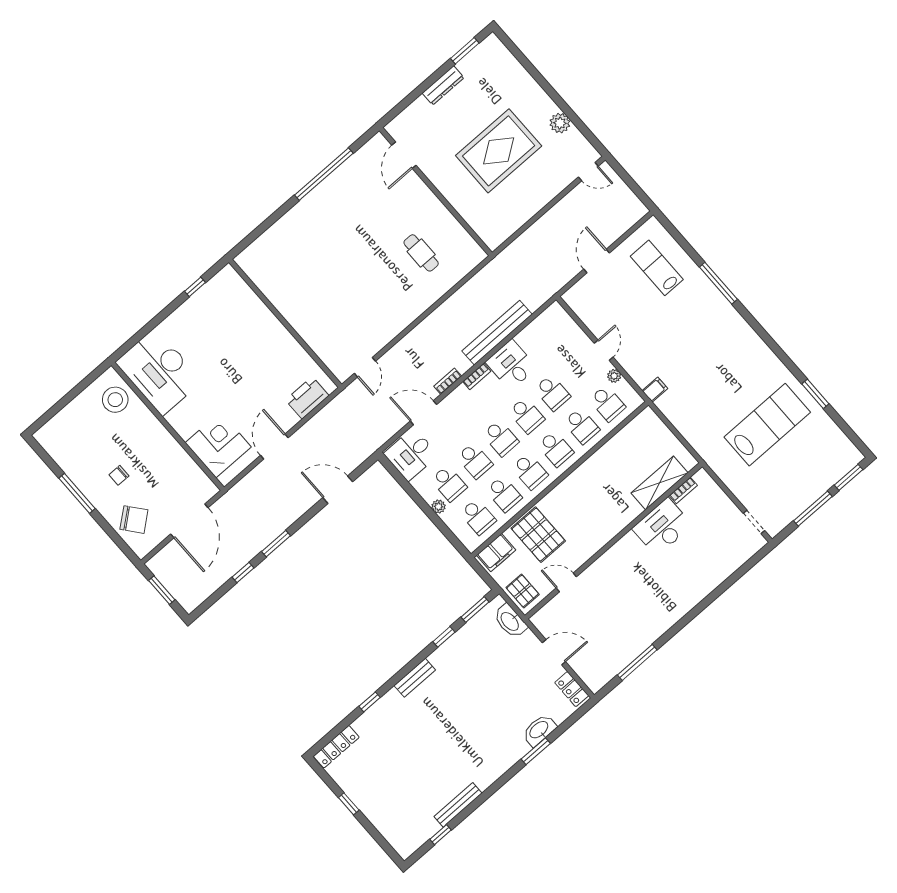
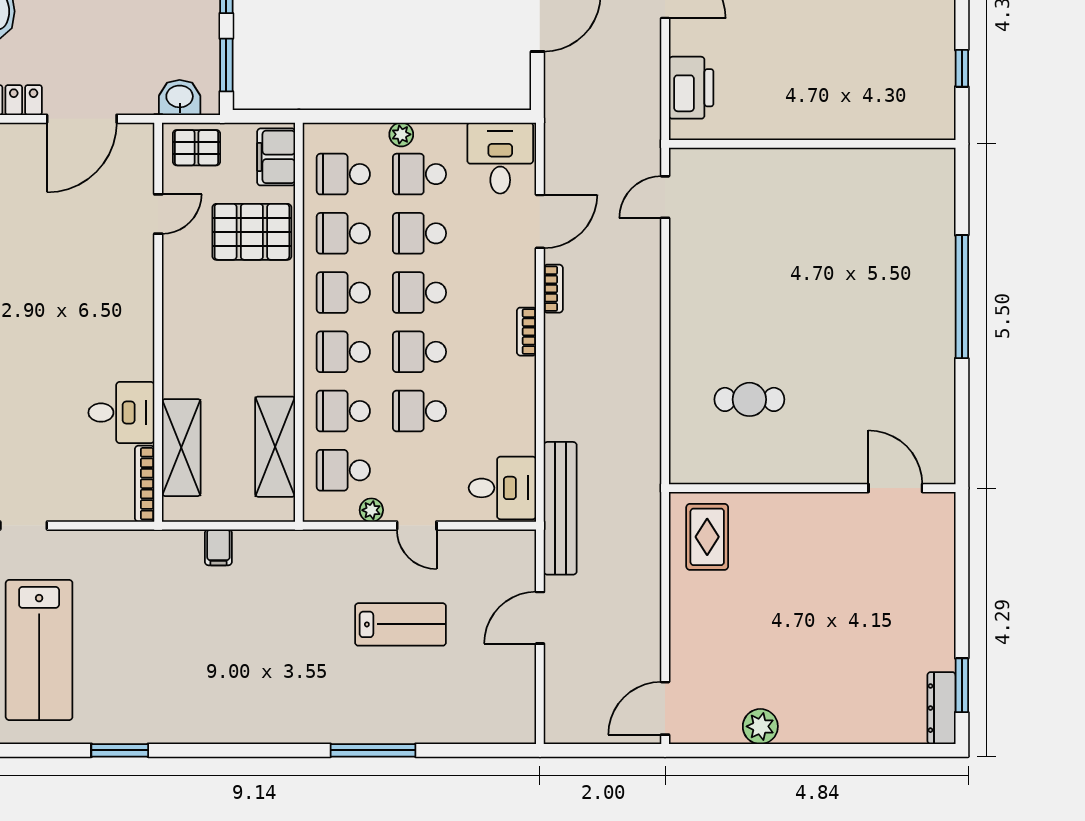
dresser: (443, 85) -> (941, 708), moved
rug: (499, 151) -> (707, 537), moved, width x0.54, depth x0.49
door: (588, 172) -> (665, 708), width x1.38
window: (324, 174) -> (962, 297), moved
door: (597, 261) -> (540, 618), swing flipped
lab bench: (657, 268) -> (401, 624), moved
bench: (497, 333) -> (560, 508), moved
desk: (511, 365) -> (502, 488), moved
door: (365, 367) -> (665, 197), hinge flipped
filing cabinet: (655, 390) -> (218, 547), moved
lab bench: (767, 425) -> (39, 650), moved
shelving: (623, 442) -> (275, 447), added
bookcase: (683, 490) -> (145, 484), width x1.56
desk: (662, 527) -> (121, 413), width x0.73
washbasin: (510, 621) -> (180, 97), width x0.72
door: (554, 652) -> (82, 119), width x1.36

